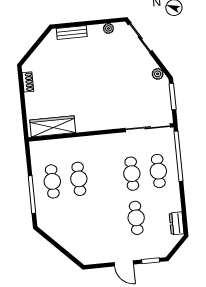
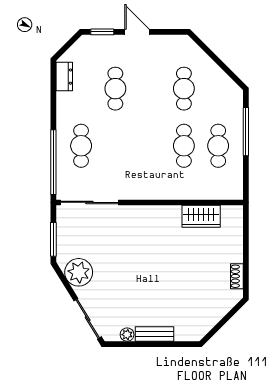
bench: (72, 32) -> (154, 334), moved
plant: (158, 74) -> (79, 272), width x1.87, depth x1.87
wardrobe: (53, 126) -> (201, 216), width x0.67
cafe table: (132, 174) -> (184, 89), moved

